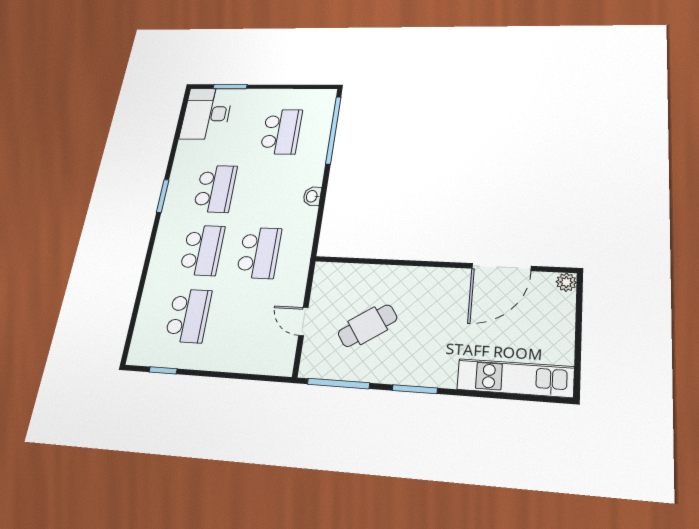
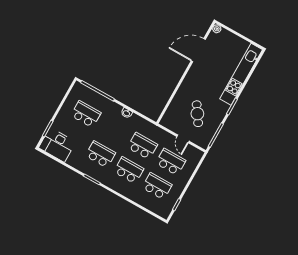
door: (501, 267) -> (198, 50), swing flipped
school desk: (247, 319) -> (171, 162), added
door: (303, 321) -> (183, 139), hinge flipped
kitchen unit: (515, 378) -> (241, 74), width x1.36

